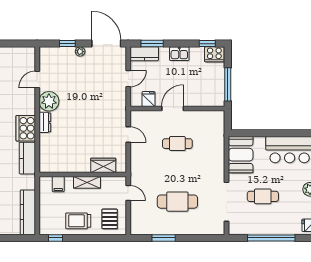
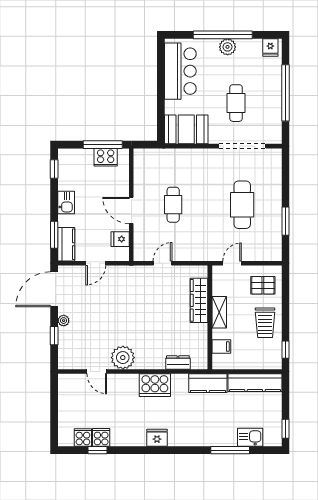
cooker: (214, 54) -> (106, 157), moved, turned 90
door: (128, 79) -> (96, 263), swing flipped
dresser: (45, 122) -> (178, 362), moved
kitchen counter: (27, 158) -> (208, 383), moved
wardrobe: (103, 165) -> (199, 300), width x1.50

